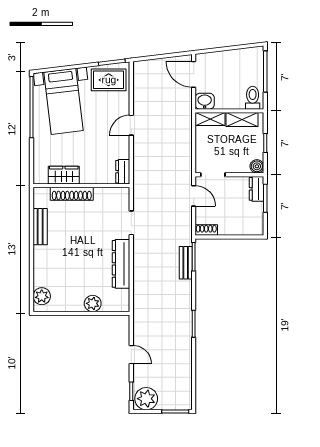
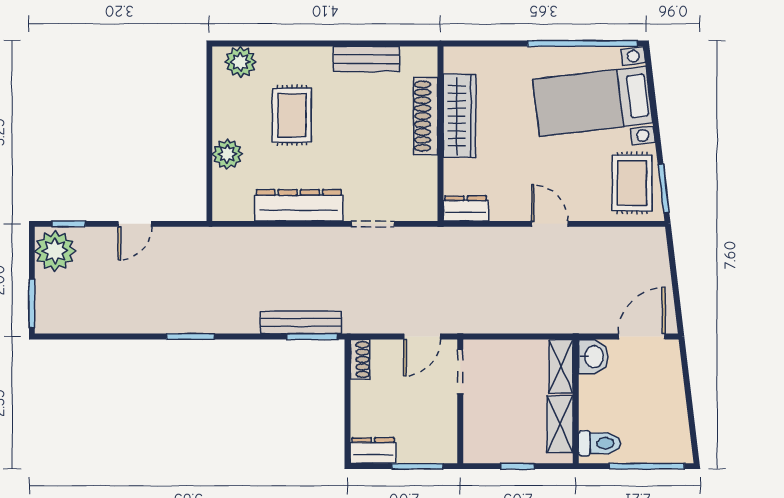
boiler: (257, 166) -> (475, 451), removed
wardrobe: (64, 175) -> (459, 116), width x1.50
dresser: (257, 189) -> (373, 451), moved
bench: (186, 263) -> (301, 322), width x1.36
rug: (71, 268) -> (292, 115), added

